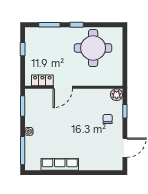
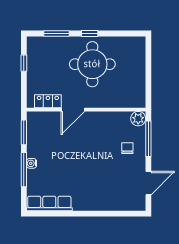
round table: (93, 48) -> (92, 64), moved
window: (125, 111) -> (148, 139), width x2.17
window: (23, 151) -> (24, 170), moved
row of seats: (60, 164) -> (49, 203), moved

